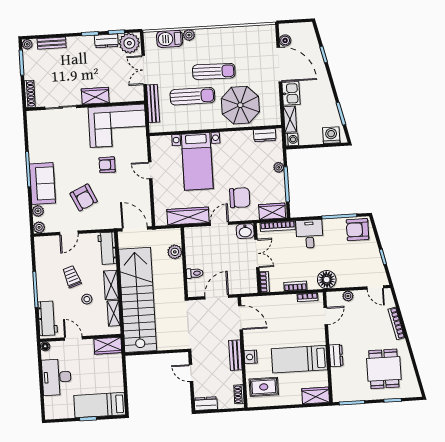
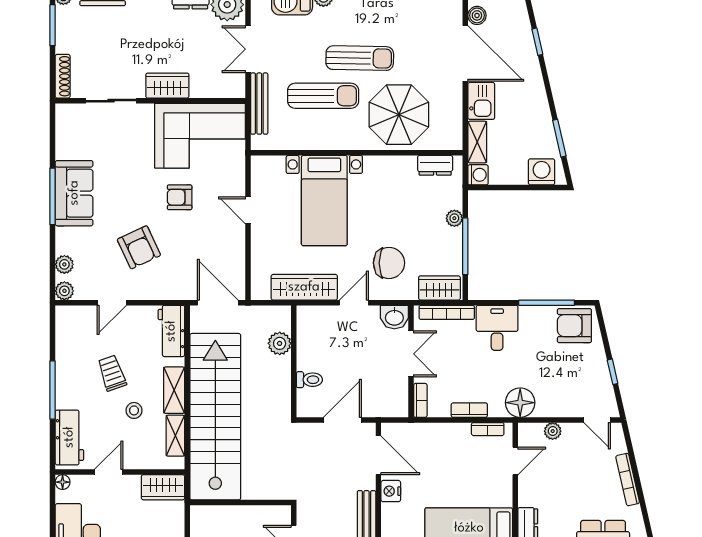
sofa: (42, 184) -> (74, 193), moved
door: (73, 338) -> (109, 472), hinge flipped
nightstand: (251, 357) -> (391, 491), moved

